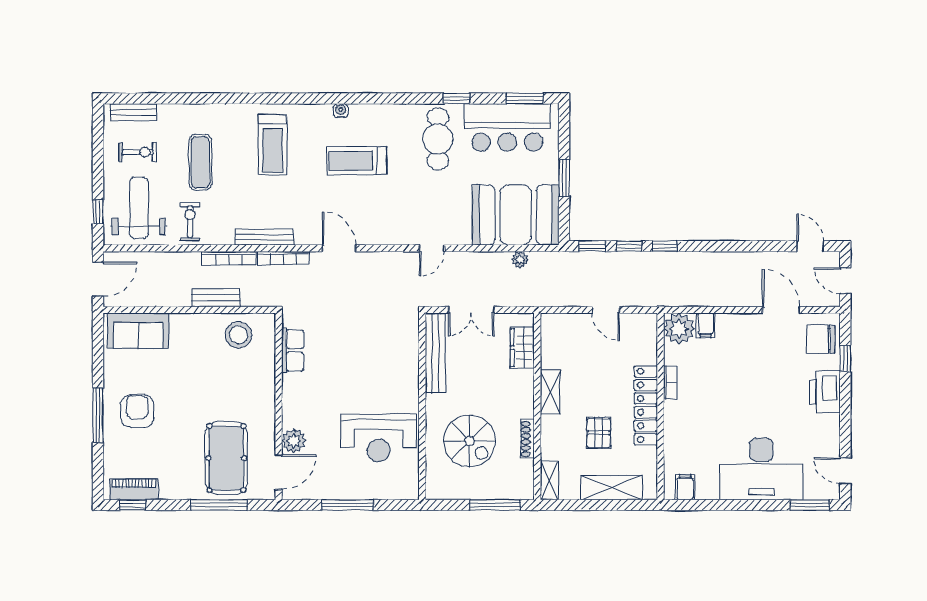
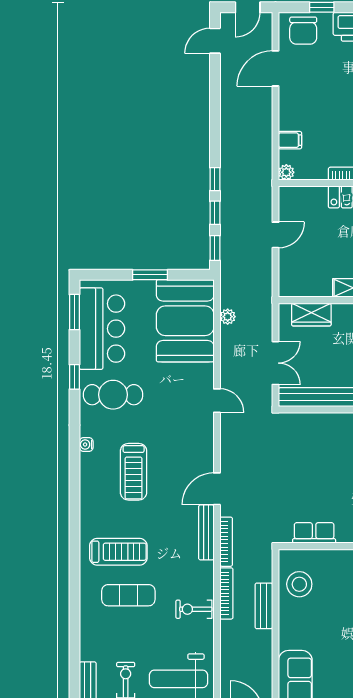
water cooler: (341, 111) -> (86, 444), moved
exercise mat: (200, 162) -> (128, 595), moved
exercise bike: (190, 222) -> (194, 609), moved
bench: (265, 237) -> (206, 532), moved
plant: (679, 328) -> (286, 172), width x0.53, depth x0.53

